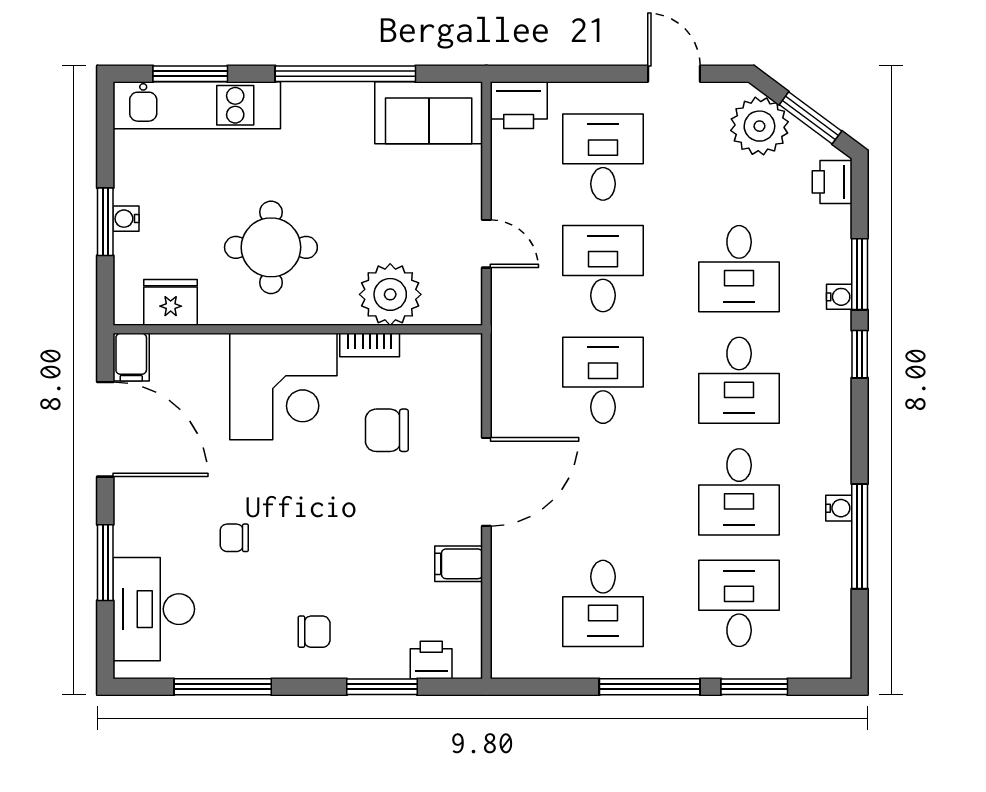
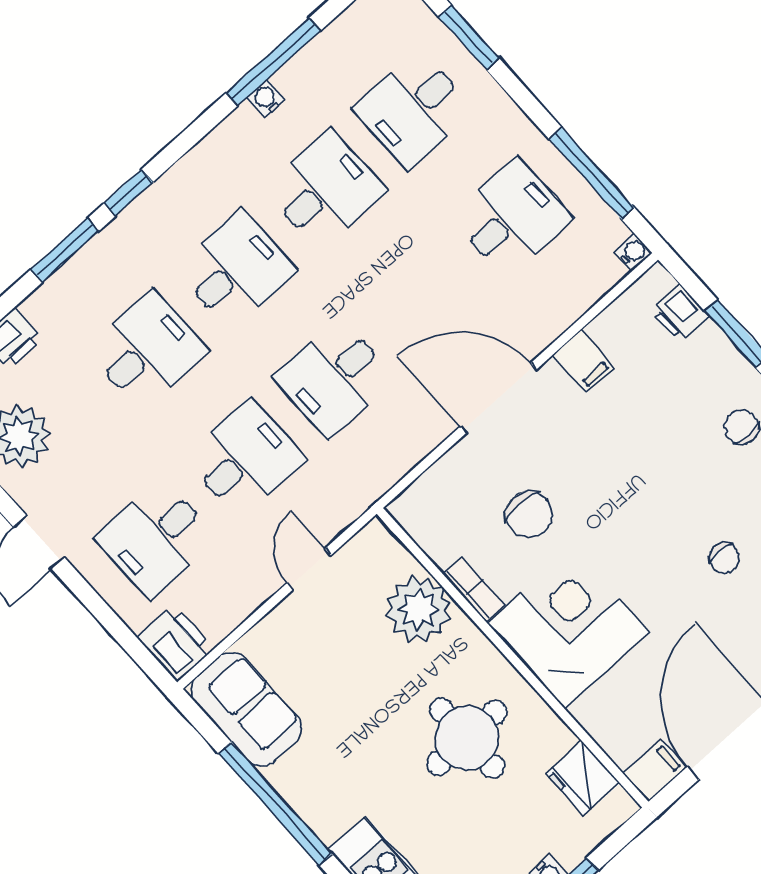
desk: (603, 269) -> (245, 458), turned 180
water cooler: (839, 297) -> (633, 252), moved, turned 90
window: (650, 687) -> (591, 173), moved

